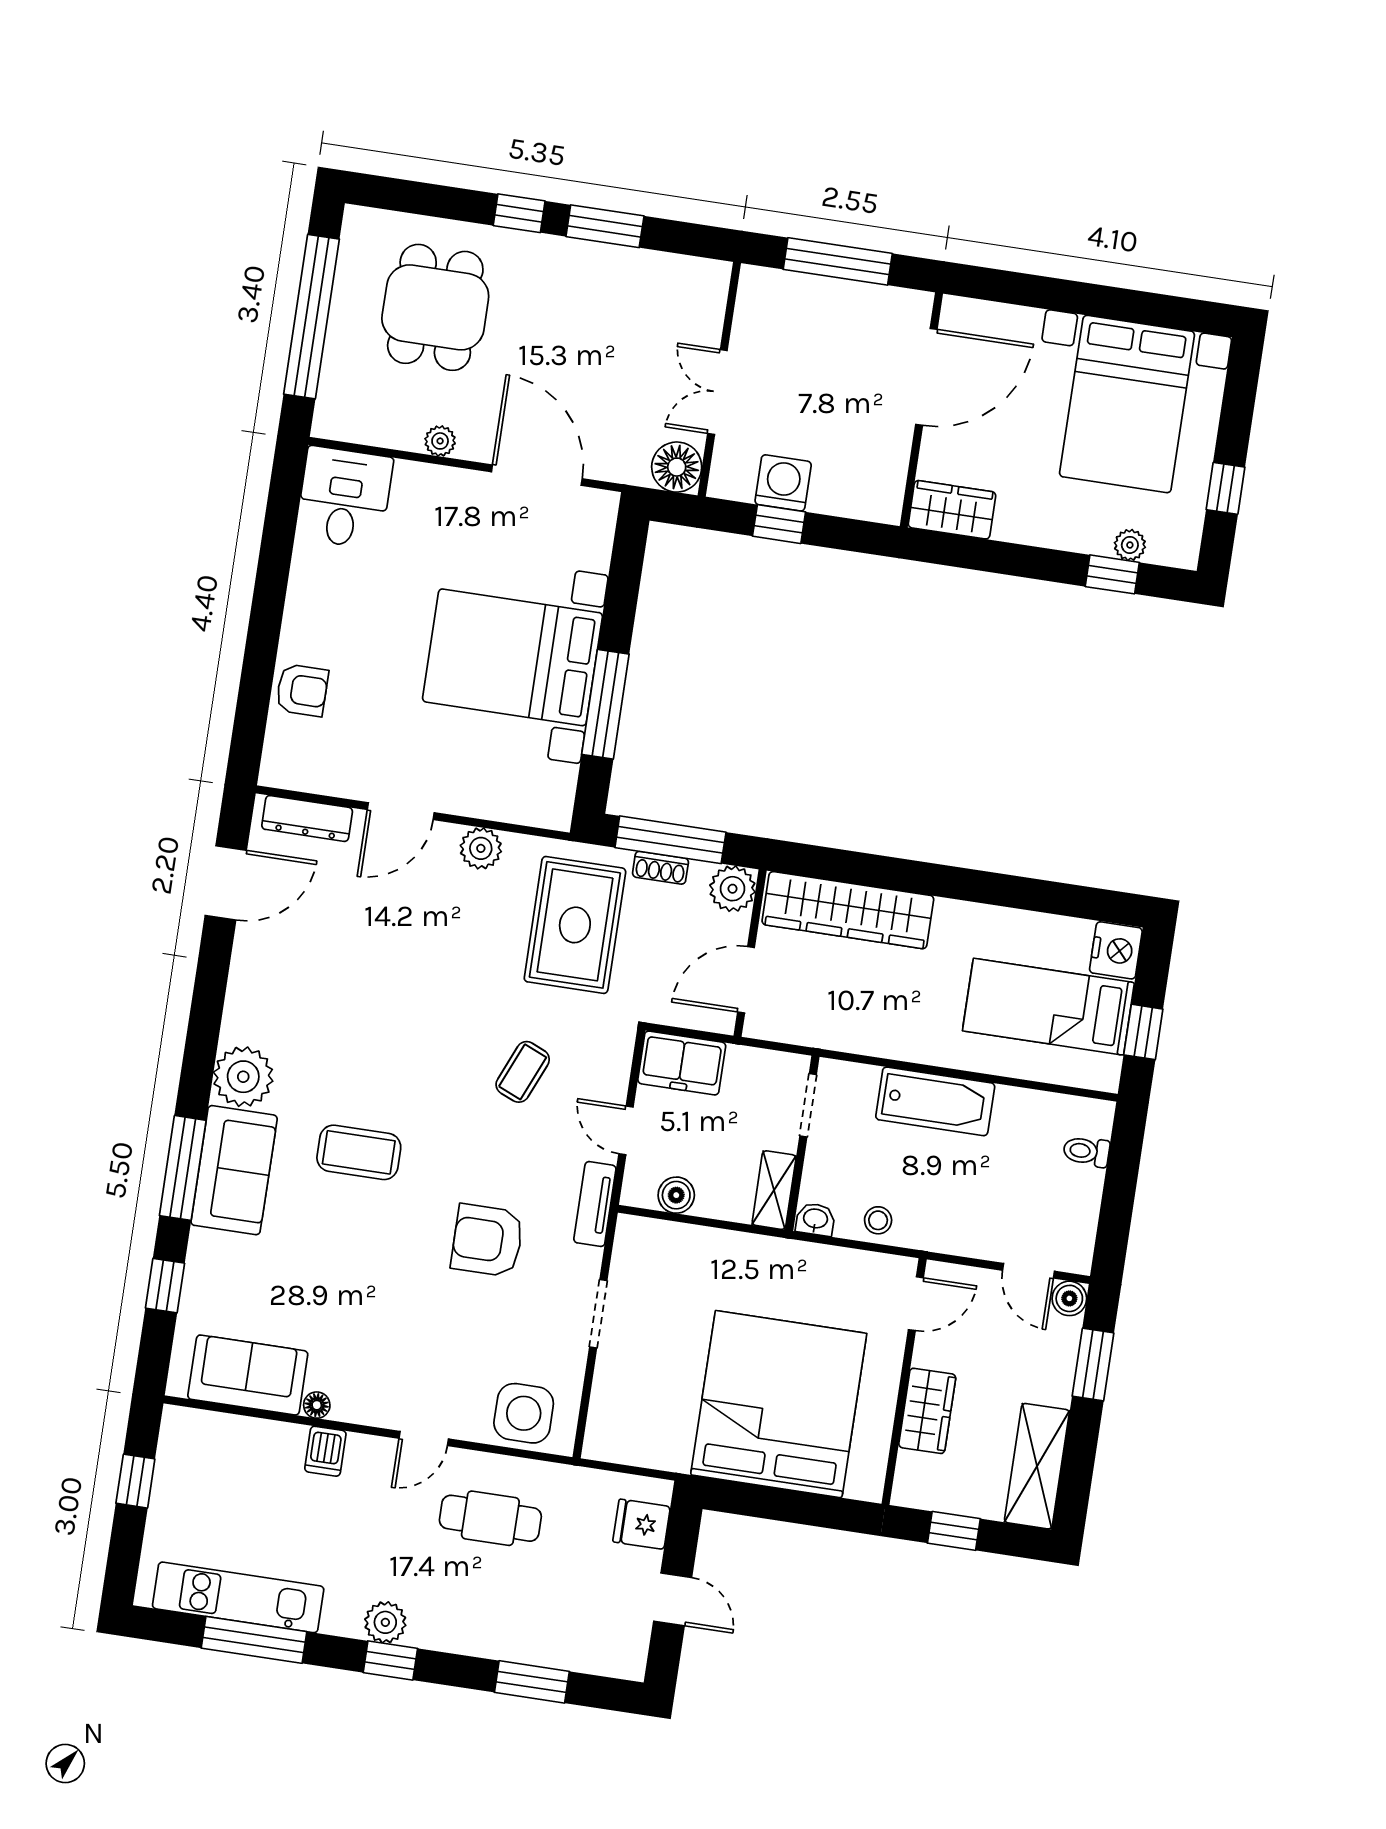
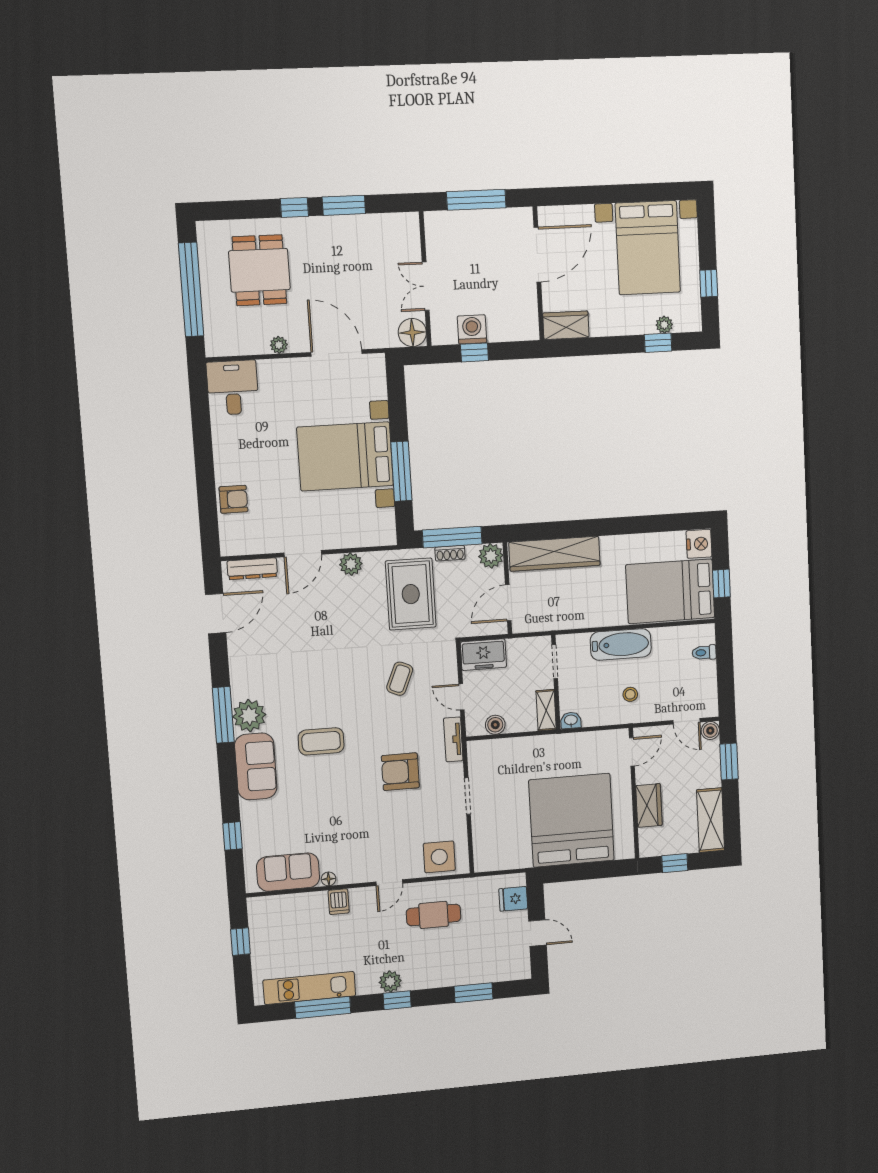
bed: (1048, 1007) -> (670, 591), width x1.50
window: (183, 1168) -> (223, 715), moved
stool: (878, 1220) -> (630, 694), moved

